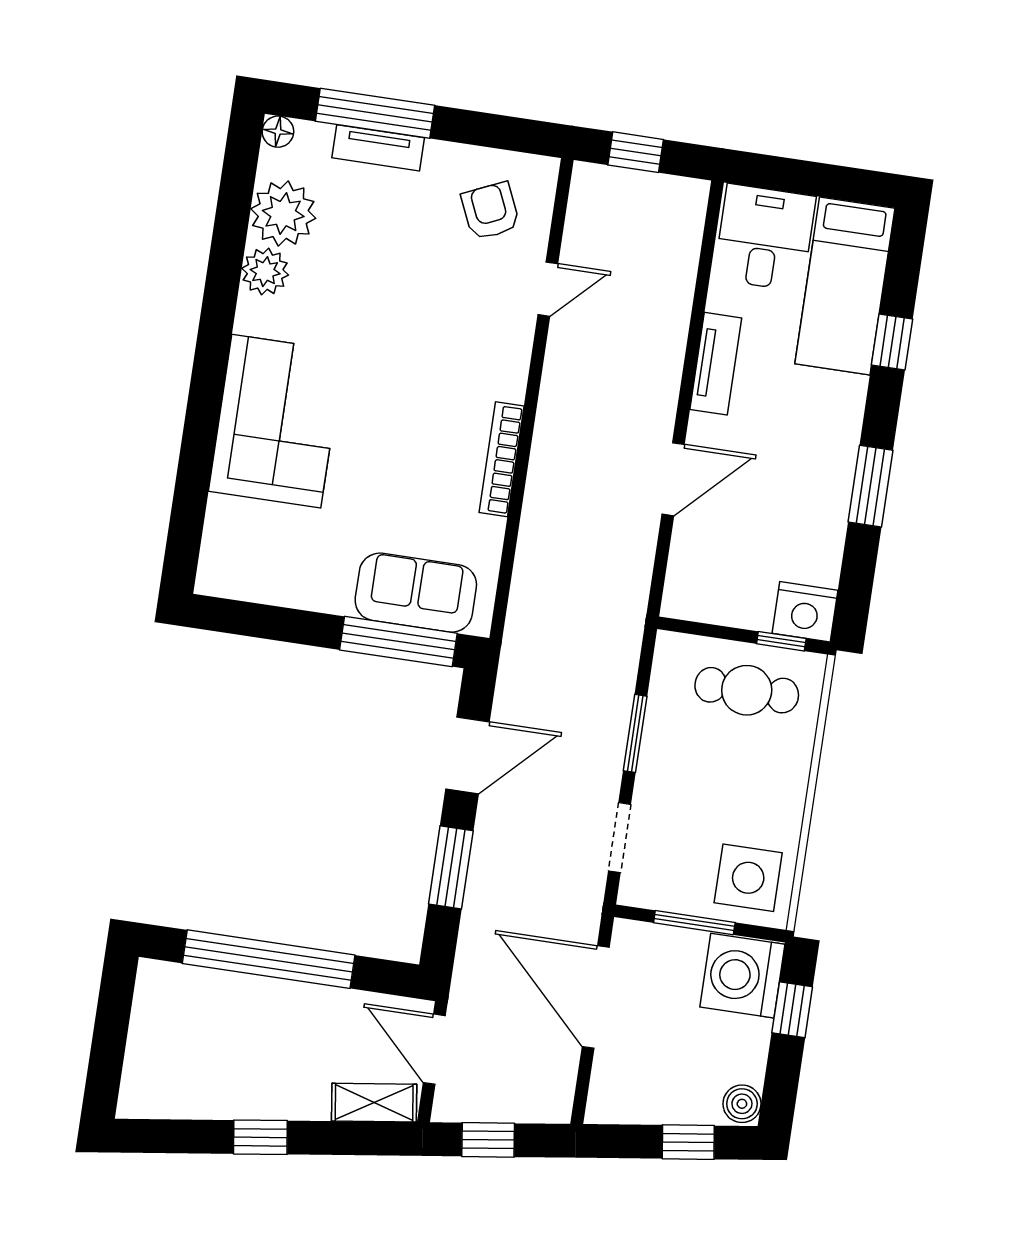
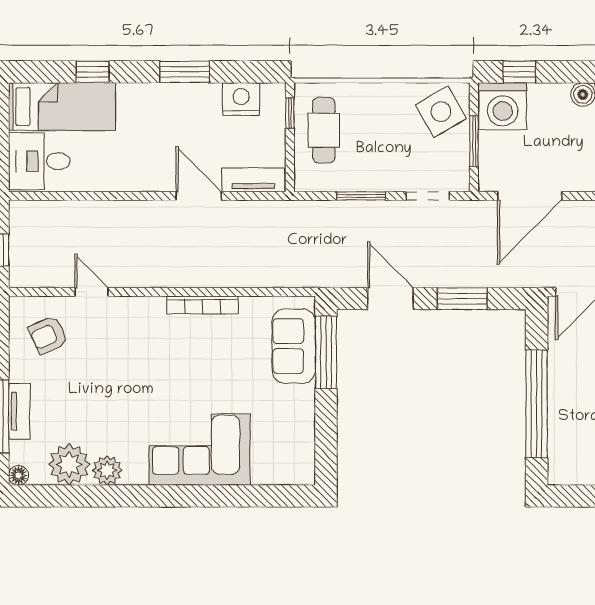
tv unit: (716, 364) -> (253, 180), moved
nightstand: (805, 612) -> (241, 99), moved, turned -90
side table: (748, 878) -> (441, 112), turned -30

